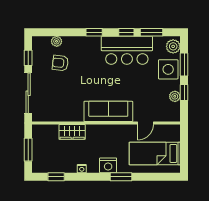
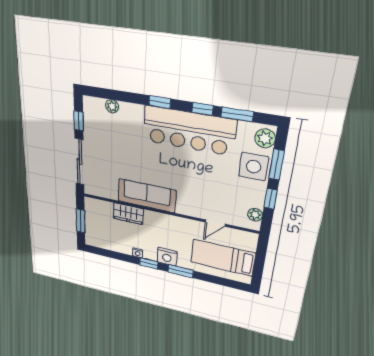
bar counter: (127, 50) -> (189, 131), width x1.36
armchair: (60, 63) -> (116, 134), removed
plant: (175, 96) -> (255, 215), moved
sofa: (108, 111) -> (147, 196), moved
window: (56, 177) -> (149, 263), moved

